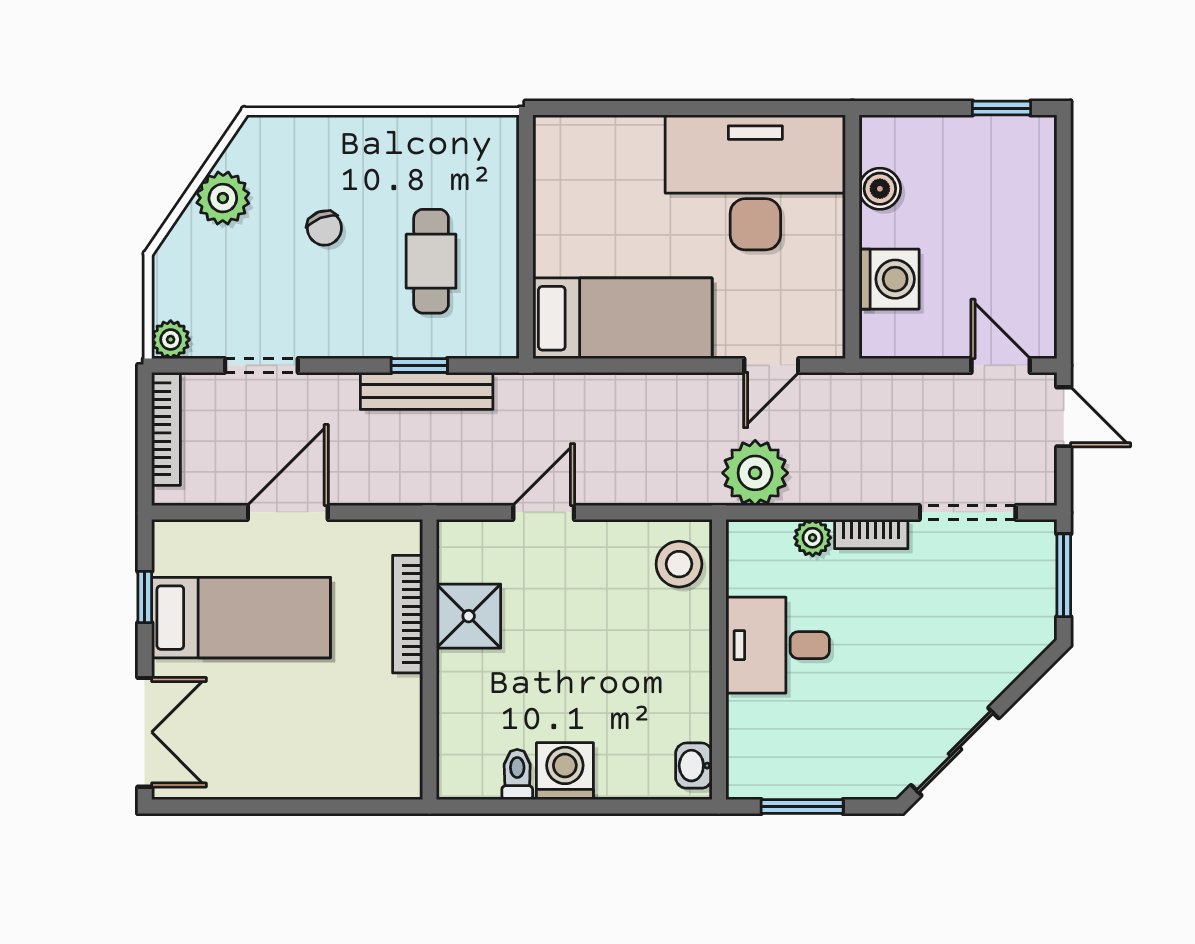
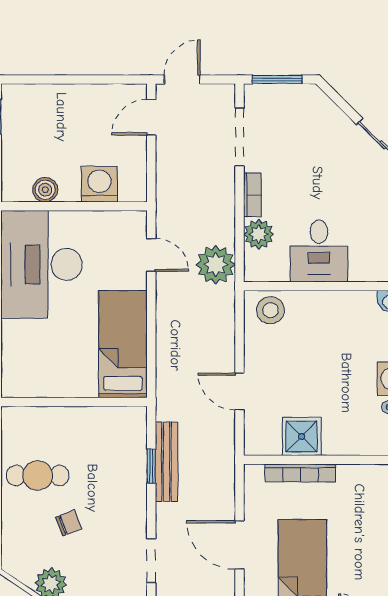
cafe table: (431, 261) -> (38, 475), moved
plant: (813, 538) -> (259, 234), width x1.38, depth x1.38

